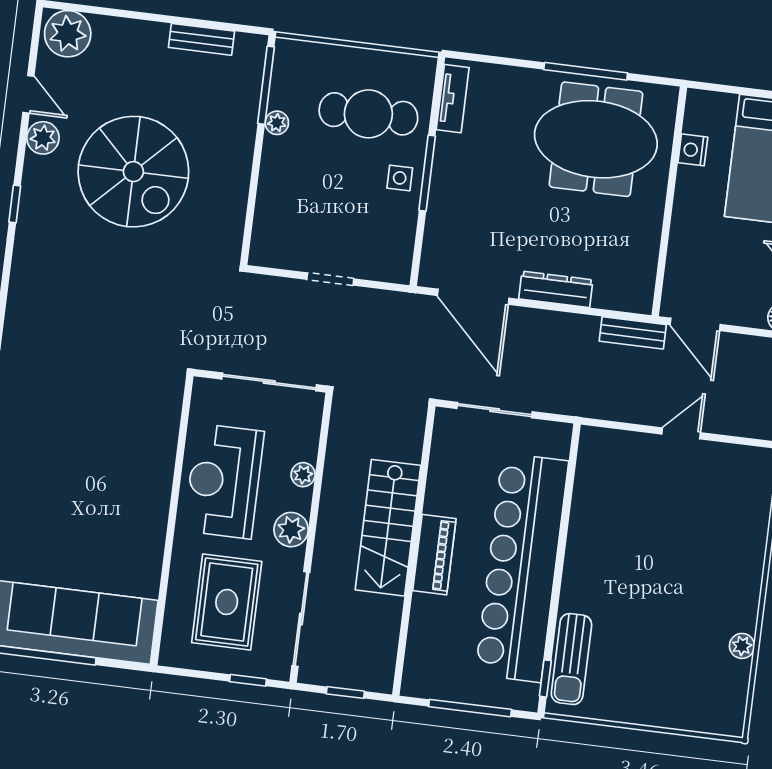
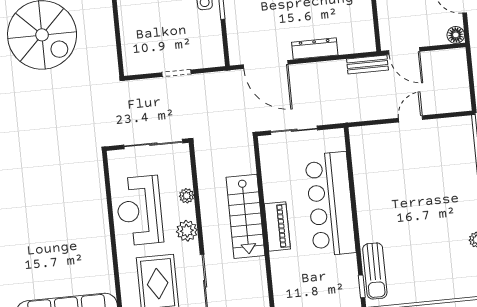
bar counter: (522, 568) -> (330, 204), width x0.73

